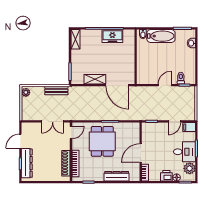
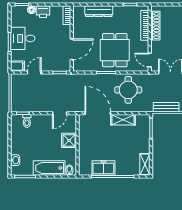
shower: (143, 61) -> (69, 140), added
door: (165, 85) -> (60, 113), moved
round table: (90, 106) -> (128, 90), added
door: (71, 132) -> (150, 60), hinge flipped
door: (141, 153) -> (72, 49), moved
plant: (190, 168) -> (17, 20), removed

